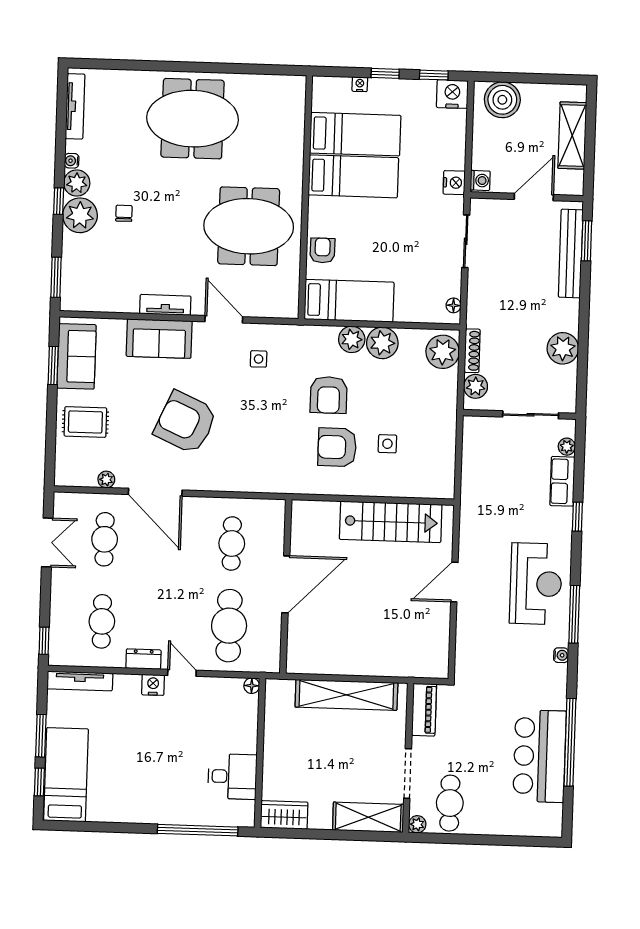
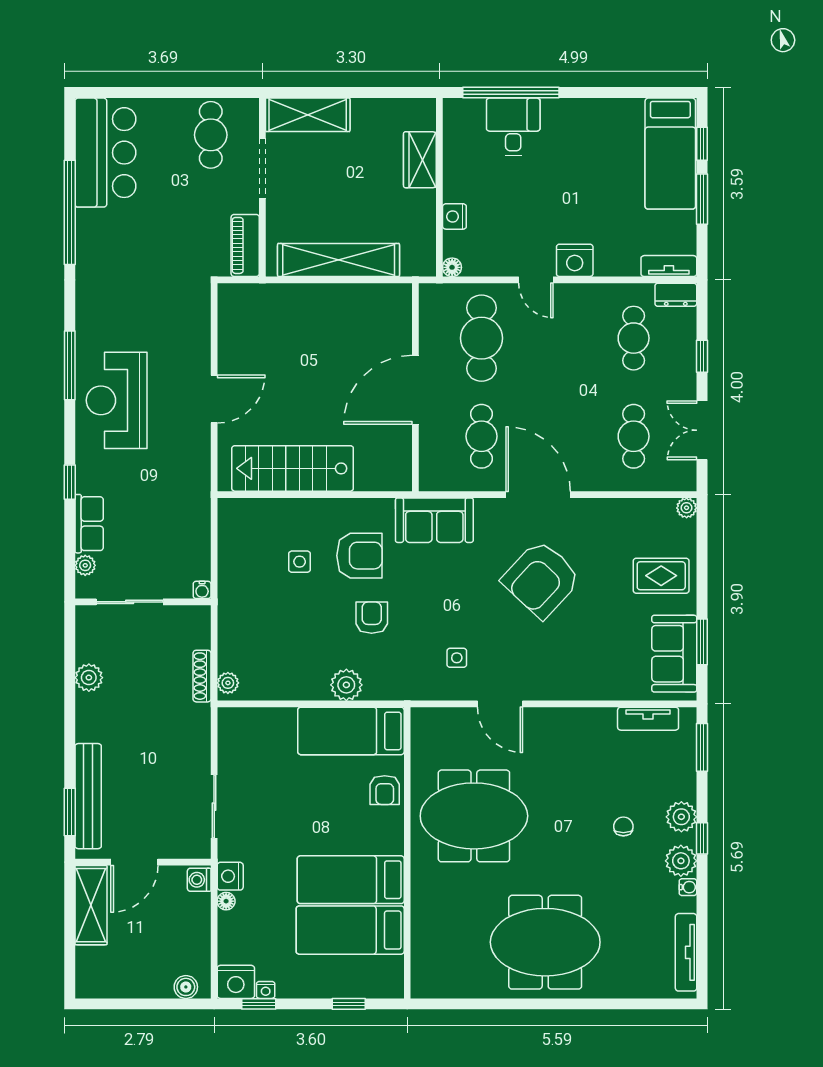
window: (385, 73) -> (349, 1004), moved
nightstand: (360, 84) -> (266, 990), moved
boiler: (502, 100) -> (186, 987), width x0.54, depth x0.54
shelving: (572, 135) -> (91, 905), moved
chair: (124, 213) -> (623, 826), turned 180
plant: (80, 215) -> (681, 817), width x0.73, depth x0.73
tv unit: (165, 305) -> (648, 719), moved
floor lamp: (453, 305) -> (226, 901), moved
sofa: (159, 339) -> (434, 520), moved, turned 180
plant: (382, 343) -> (310, 682), removed
plant: (563, 348) -> (89, 678), width x0.73, depth x0.73
plant: (443, 352) -> (228, 683), width x0.53, depth x0.53
plant: (476, 386) -> (197, 634), removed
armchair: (329, 395) -> (372, 618), width x0.72, depth x0.72
armchair: (186, 422) -> (541, 579), turned 109
plant: (106, 480) -> (687, 508), moved
door: (155, 492) -> (538, 495), moved
window: (44, 641) -> (702, 356), moved
water cooler: (561, 655) -> (202, 590), moved, turned -90
dresser: (143, 659) -> (676, 295), moved
tv unit: (80, 681) -> (669, 266), width x0.71
nightstand: (153, 685) -> (575, 260), width x1.36, depth x1.33
nightstand: (248, 728) -> (454, 216), added
bar counter: (540, 756) -> (105, 153), moved
desk: (232, 777) -> (513, 127), moved, turned 90
wardrobe: (284, 815) -> (420, 160), moved, turned 90
plant: (417, 824) -> (249, 108), removed

